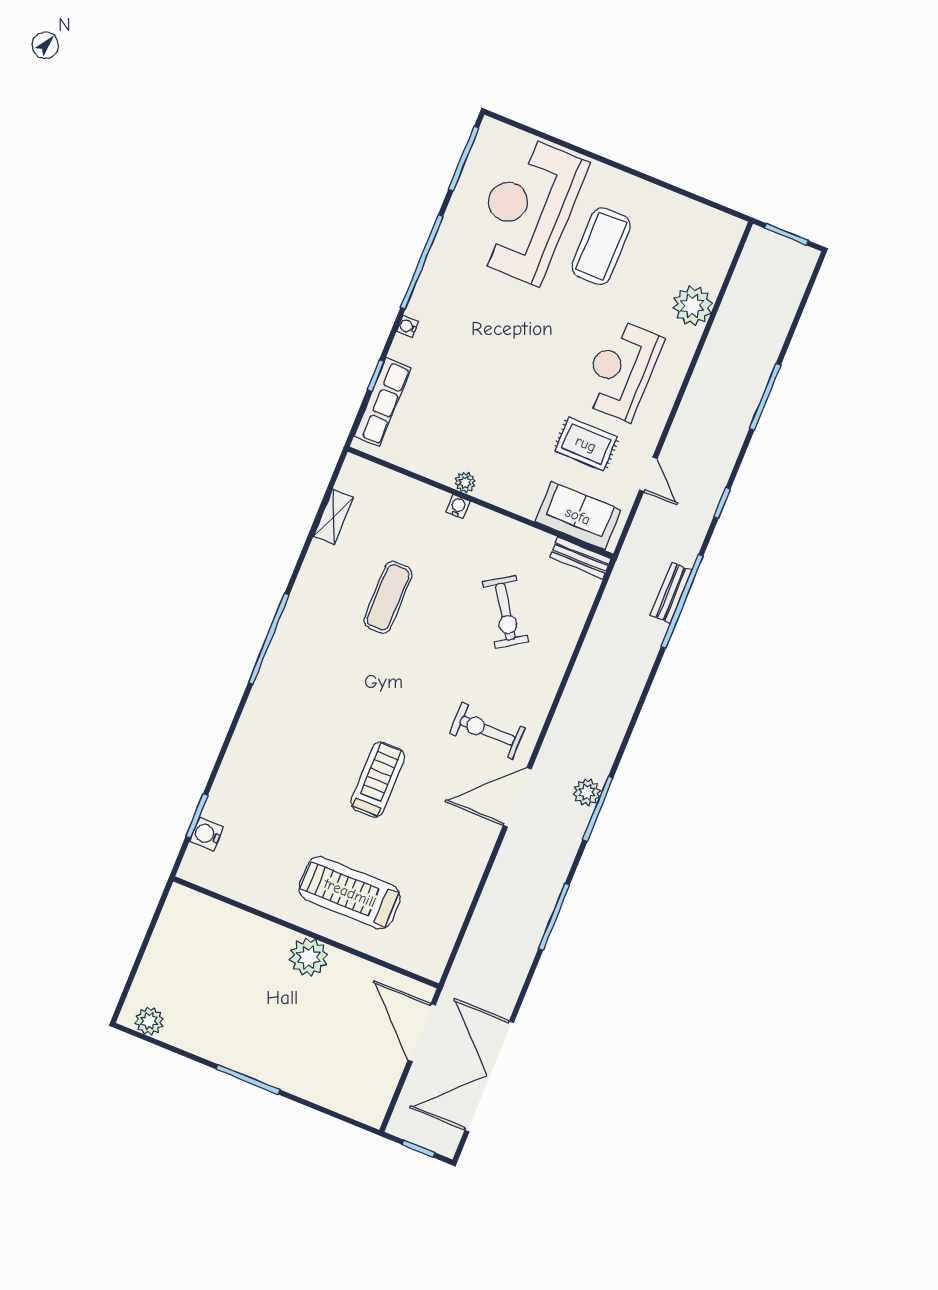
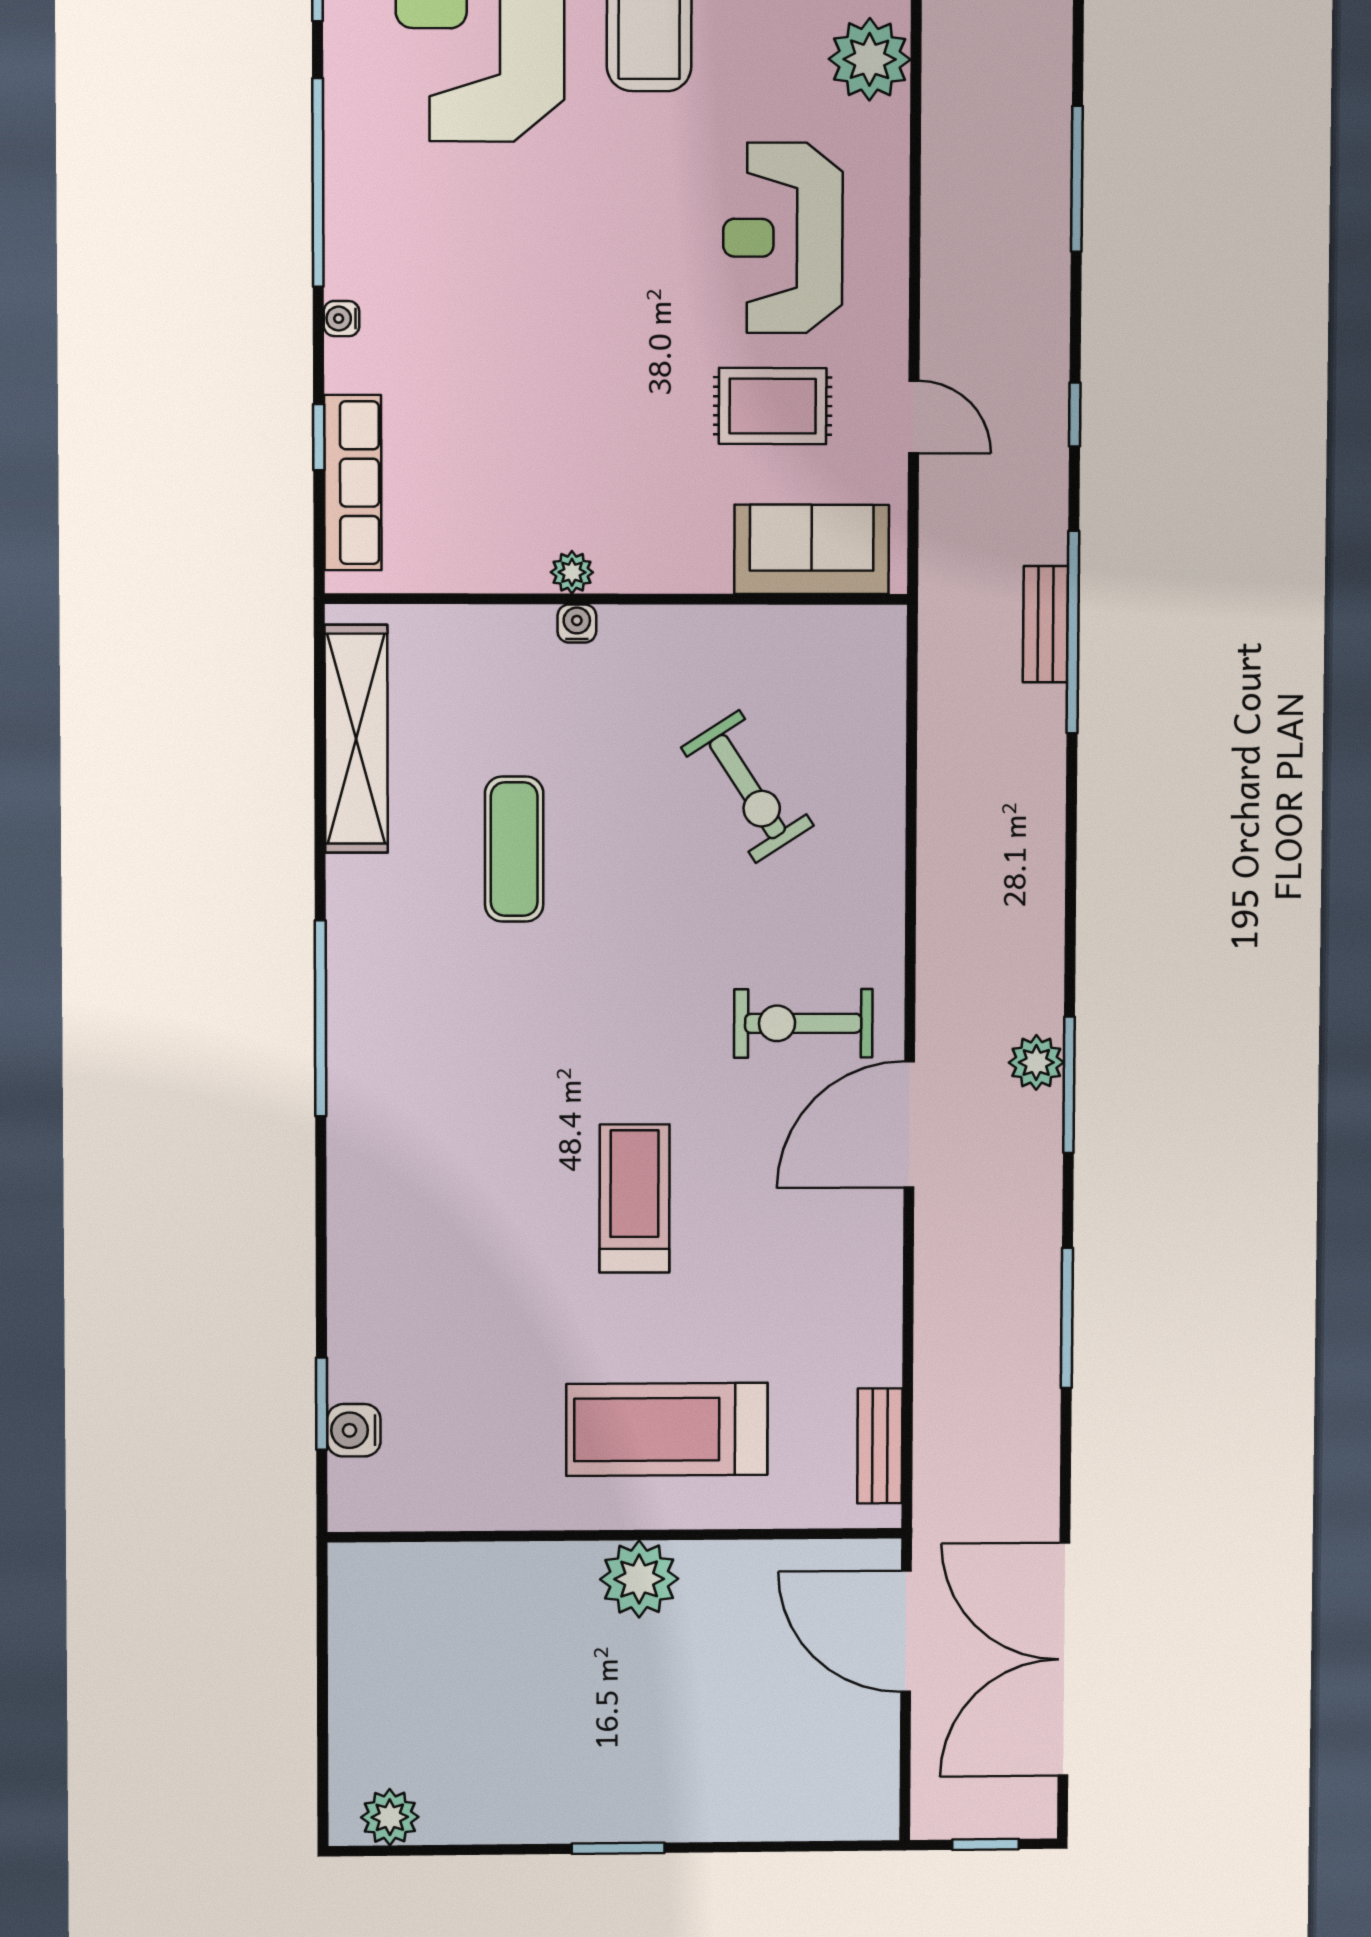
shelving: (333, 517) -> (356, 739), width x2.20, depth x1.33
bench: (580, 558) -> (880, 1446), moved, turned 90
window: (248, 1079) -> (618, 1848), width x0.69

